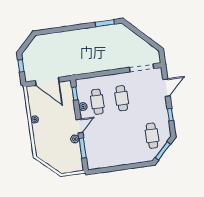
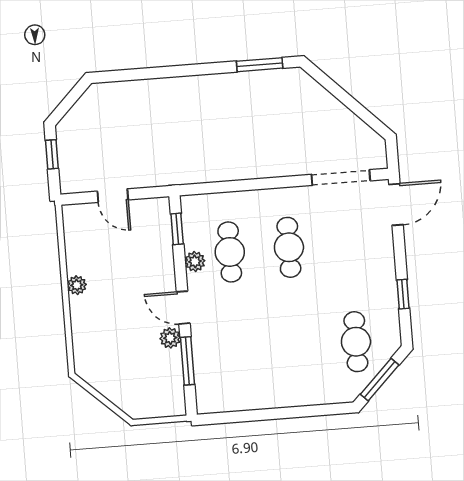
door: (47, 81) -> (113, 196), width x0.53
door: (166, 88) -> (396, 205), moved
door: (79, 126) -> (183, 308), swing flipped

